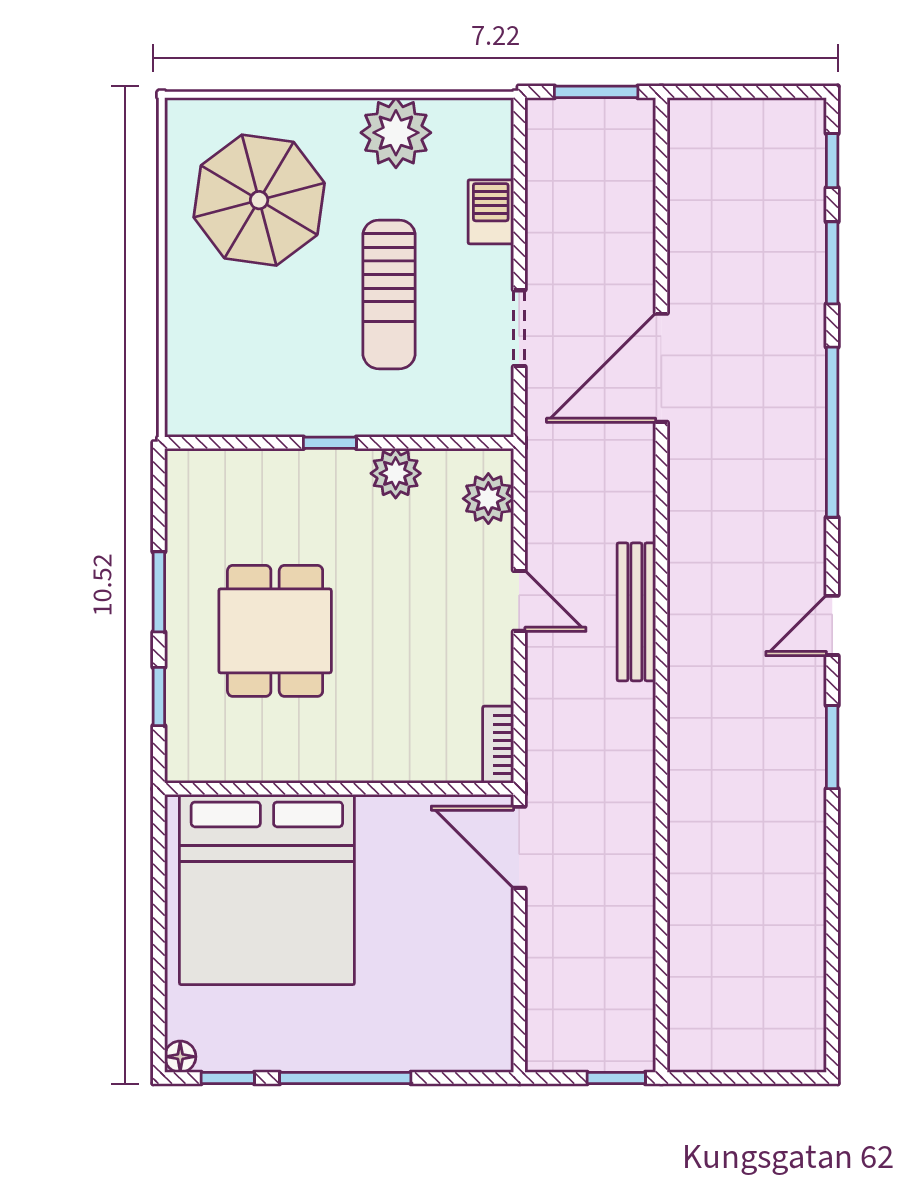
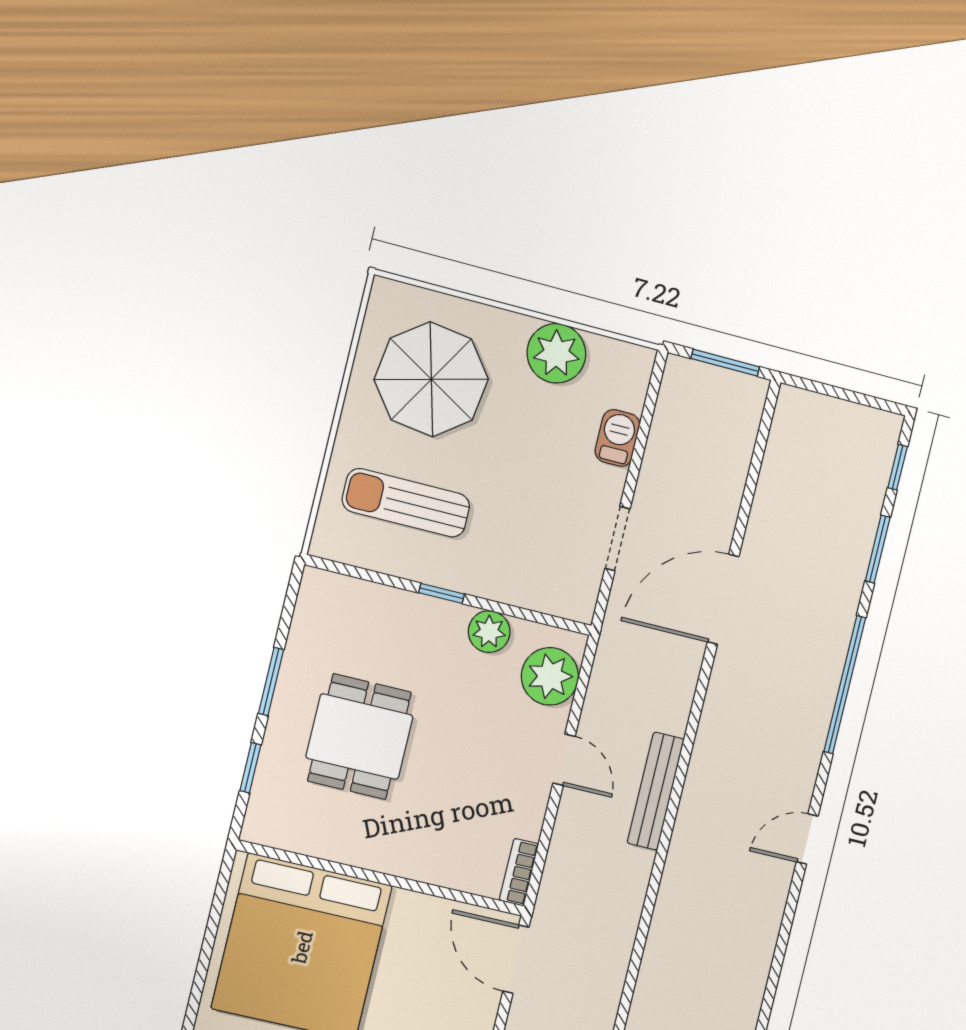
sun lounger: (389, 294) -> (406, 503), moved, turned 90
plant: (488, 499) -> (550, 676), width x1.36, depth x1.36
window: (832, 747) -> (784, 936), removed

